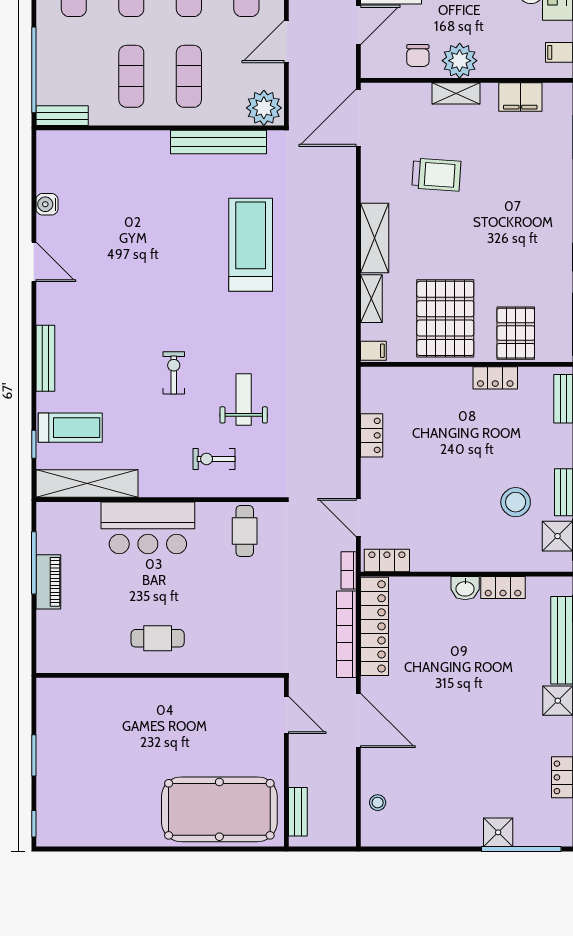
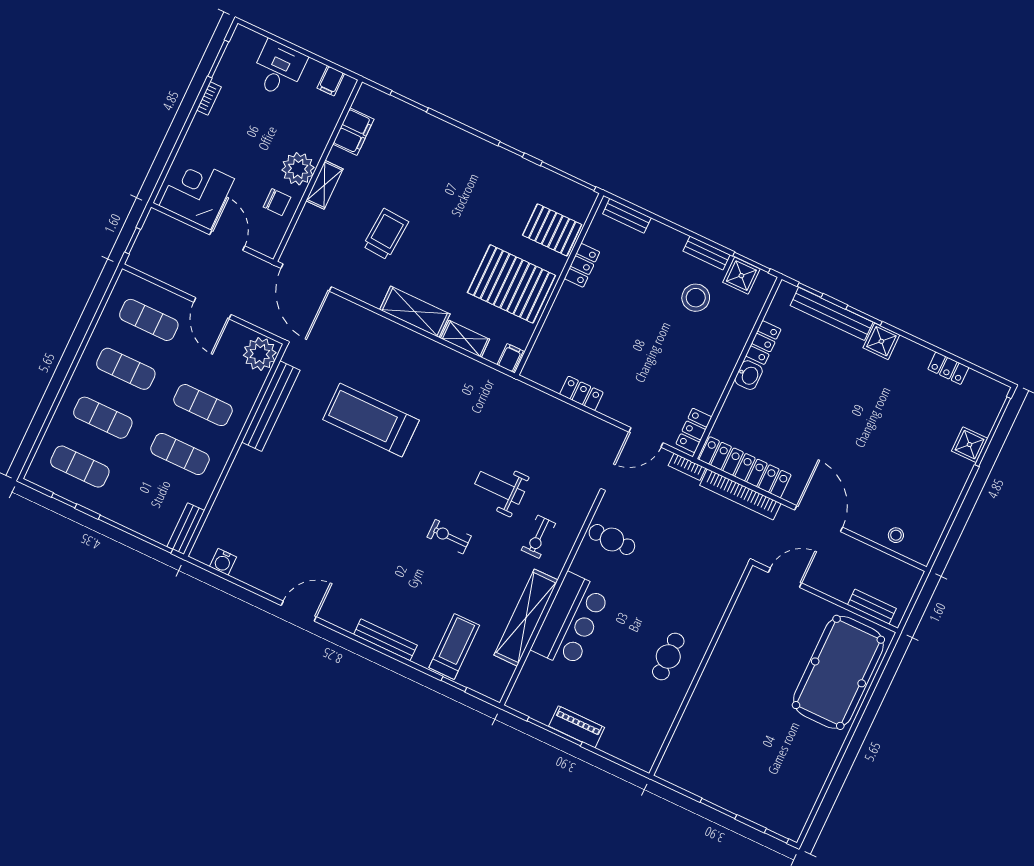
water cooler: (47, 204) -> (223, 562), moved
shelving: (87, 484) -> (526, 618), moved
door: (358, 721) -> (819, 519), hinge flipped

